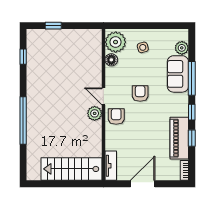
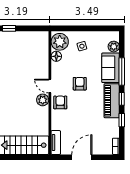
piano: (179, 138) -> (112, 101), moved

